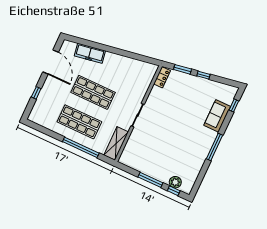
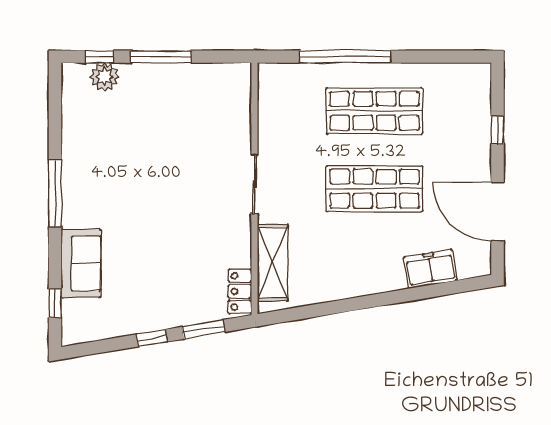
freezer: (90, 53) -> (430, 269), width x0.71
shelving: (116, 144) -> (273, 263), moved

